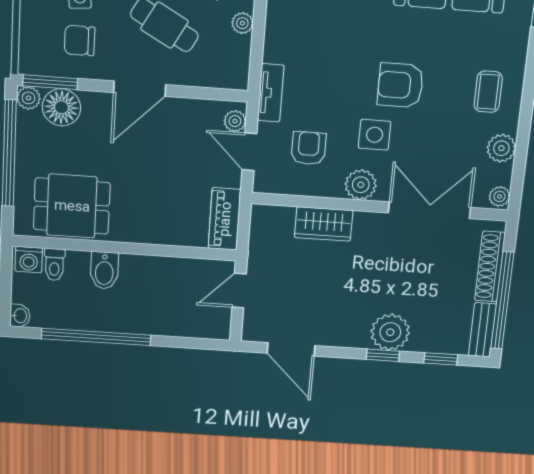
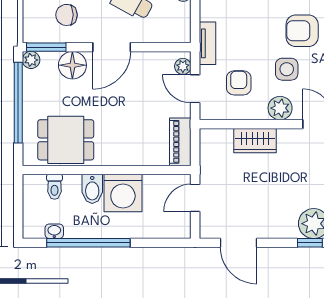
floor lamp: (61, 107) -> (72, 65), moved
washing machine: (29, 260) -> (123, 193), moved, width x1.89, depth x1.89
washbasin: (20, 316) -> (54, 231), moved, turned -90

